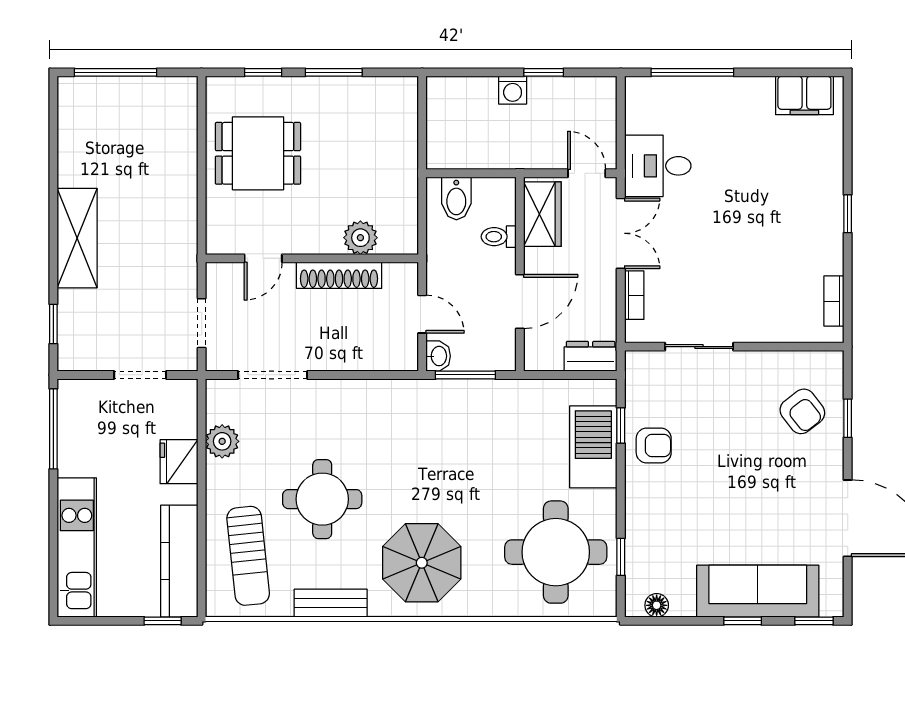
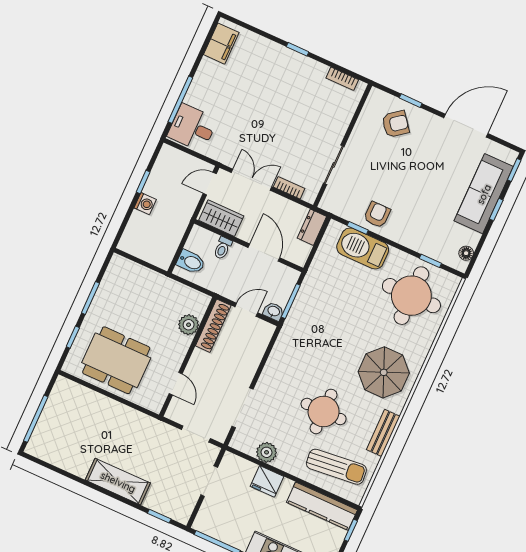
dining table: (258, 153) -> (116, 360), width x1.38
desk: (658, 166) -> (192, 128), moved, turned 90
shoe rack: (339, 275) -> (213, 326), moved

